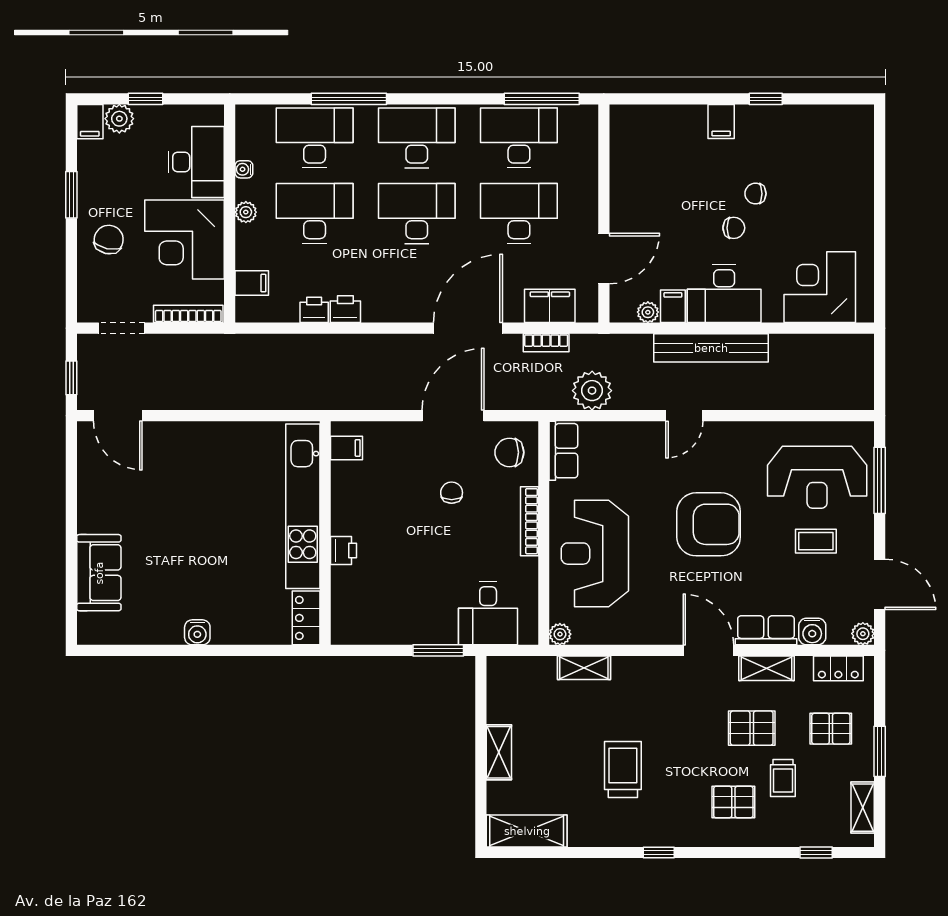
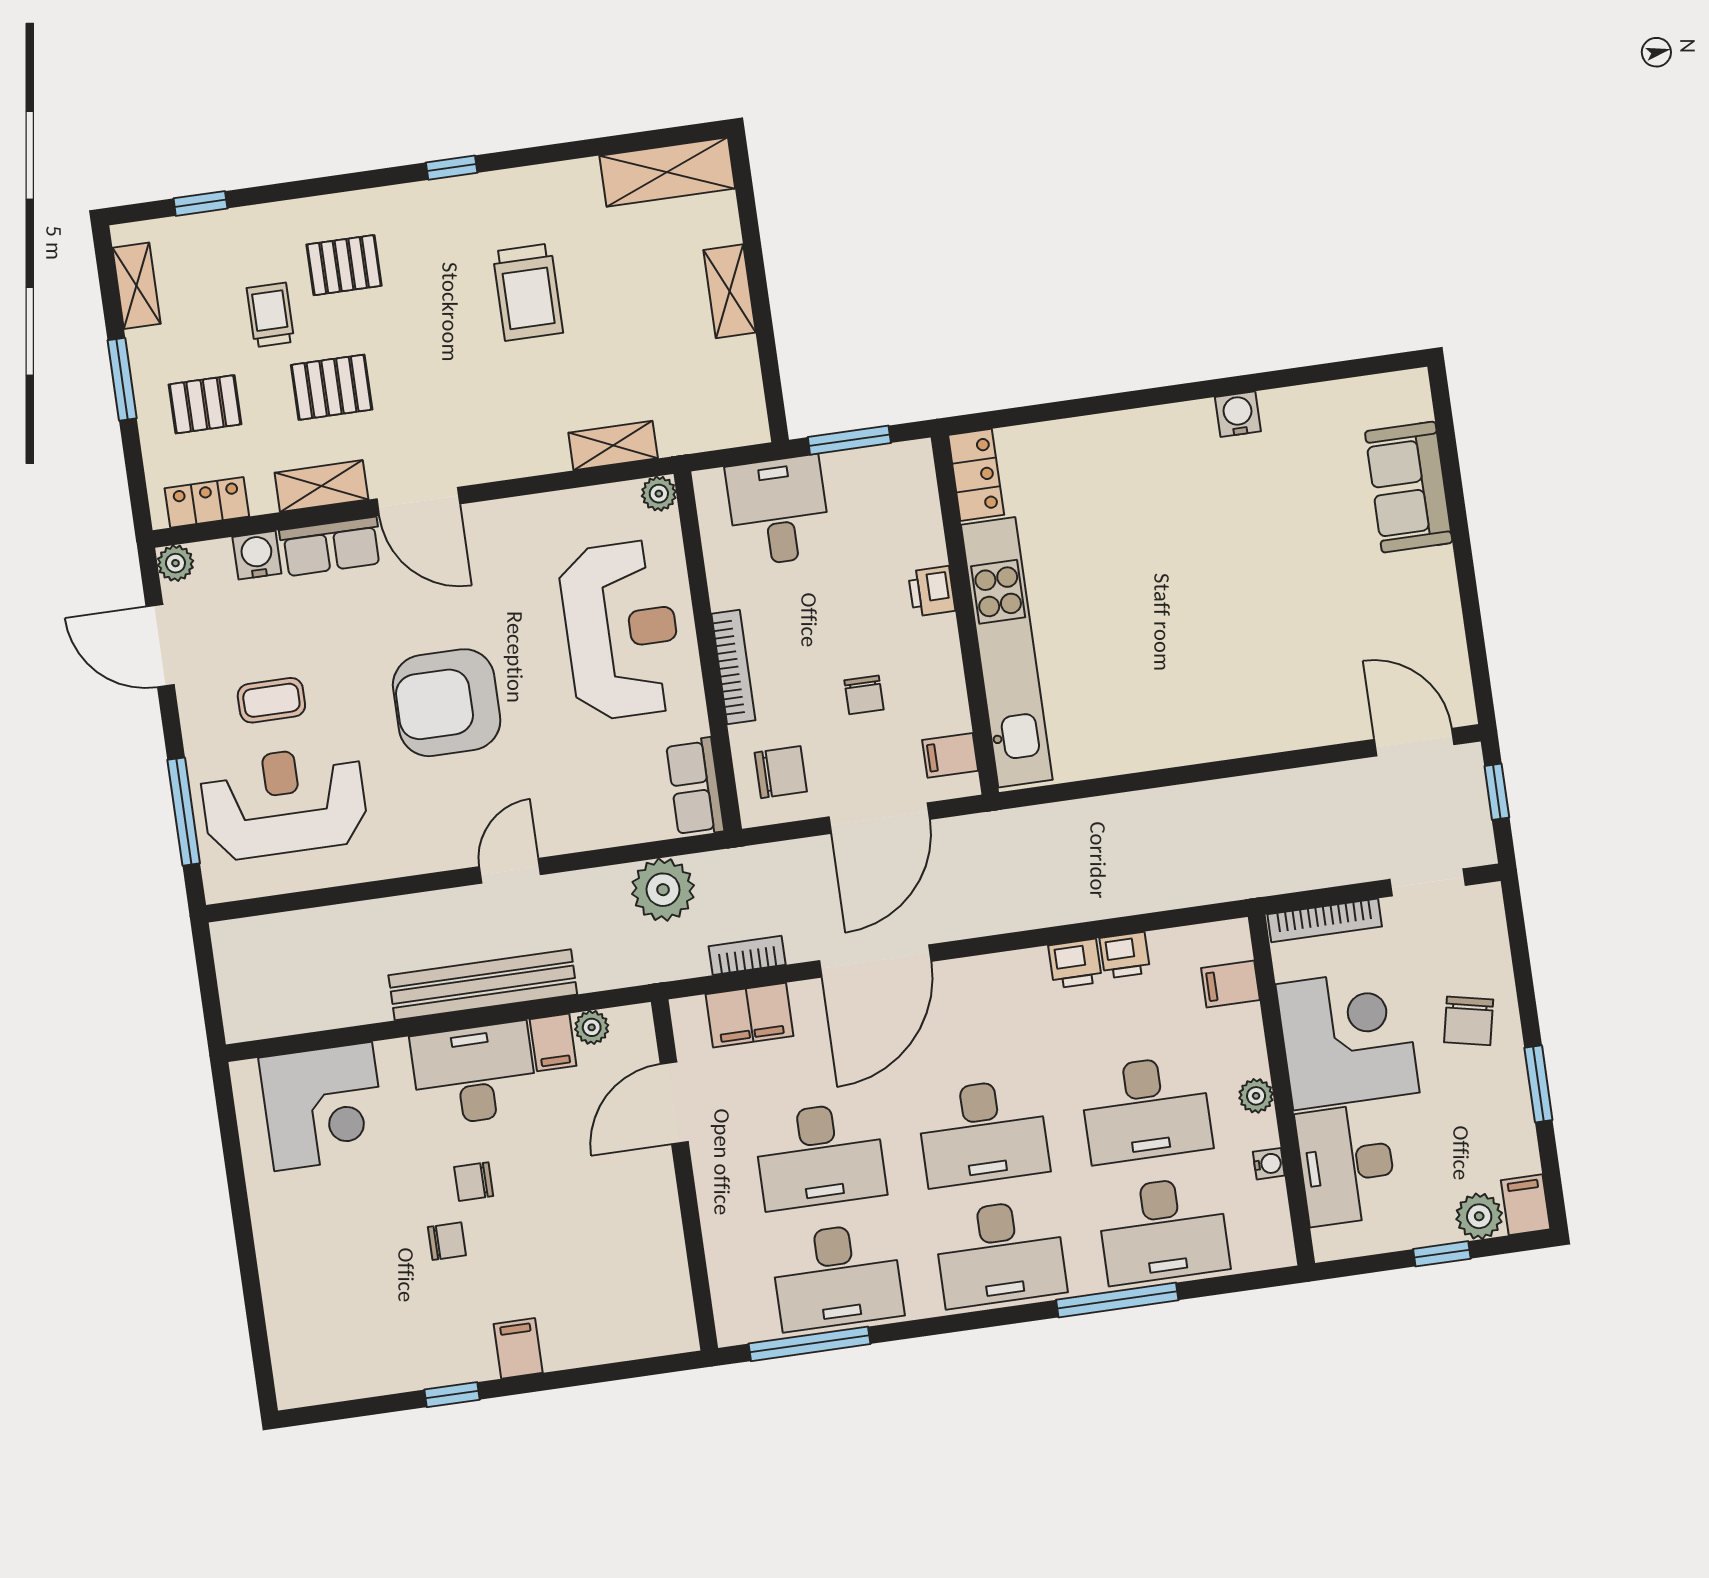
filing cabinet: (347, 448) -> (950, 755), moved
kitchen unit: (303, 506) -> (1007, 652), moved
wall: (325, 533) -> (965, 615), moved
printer: (344, 550) -> (932, 591), moved
locker: (306, 618) -> (976, 475), moved

